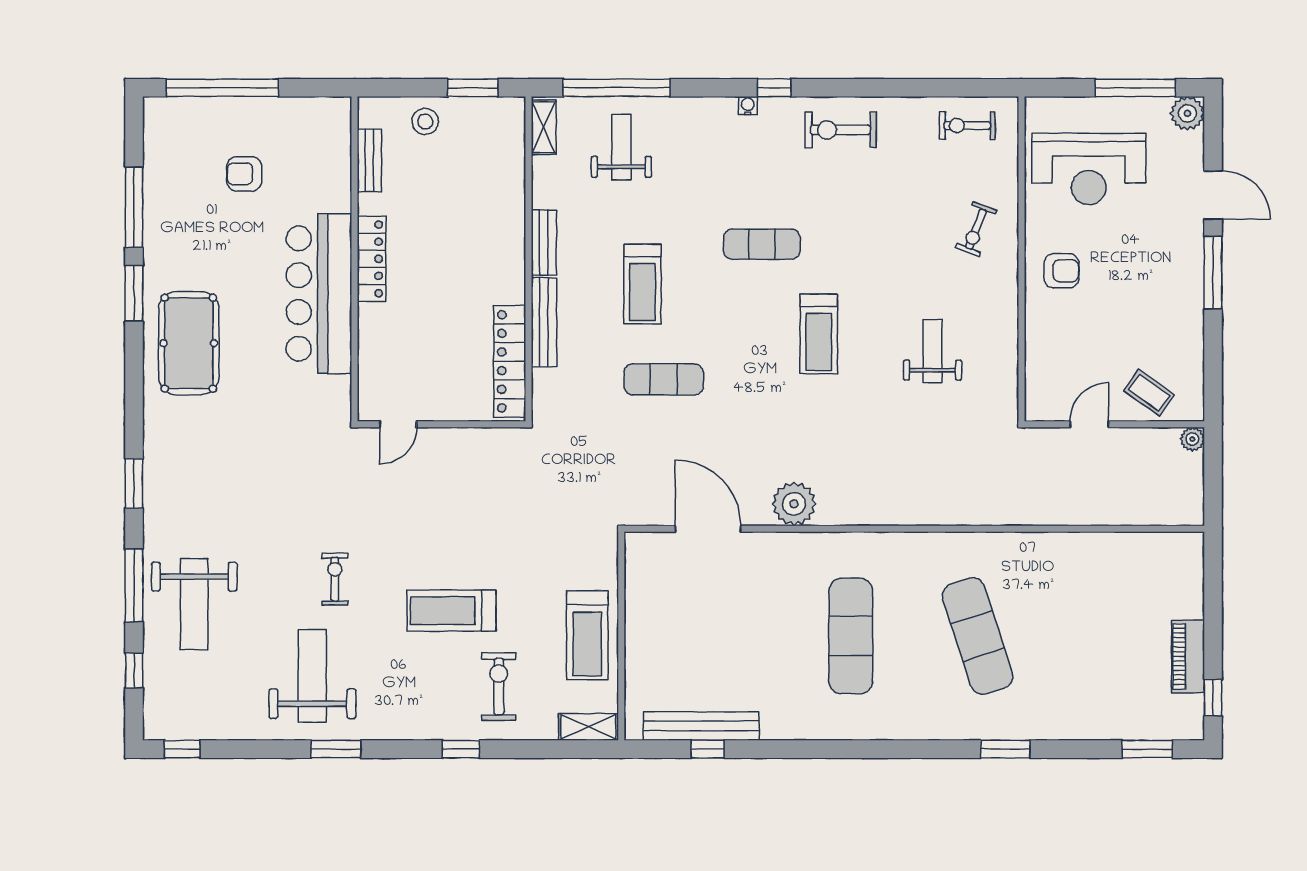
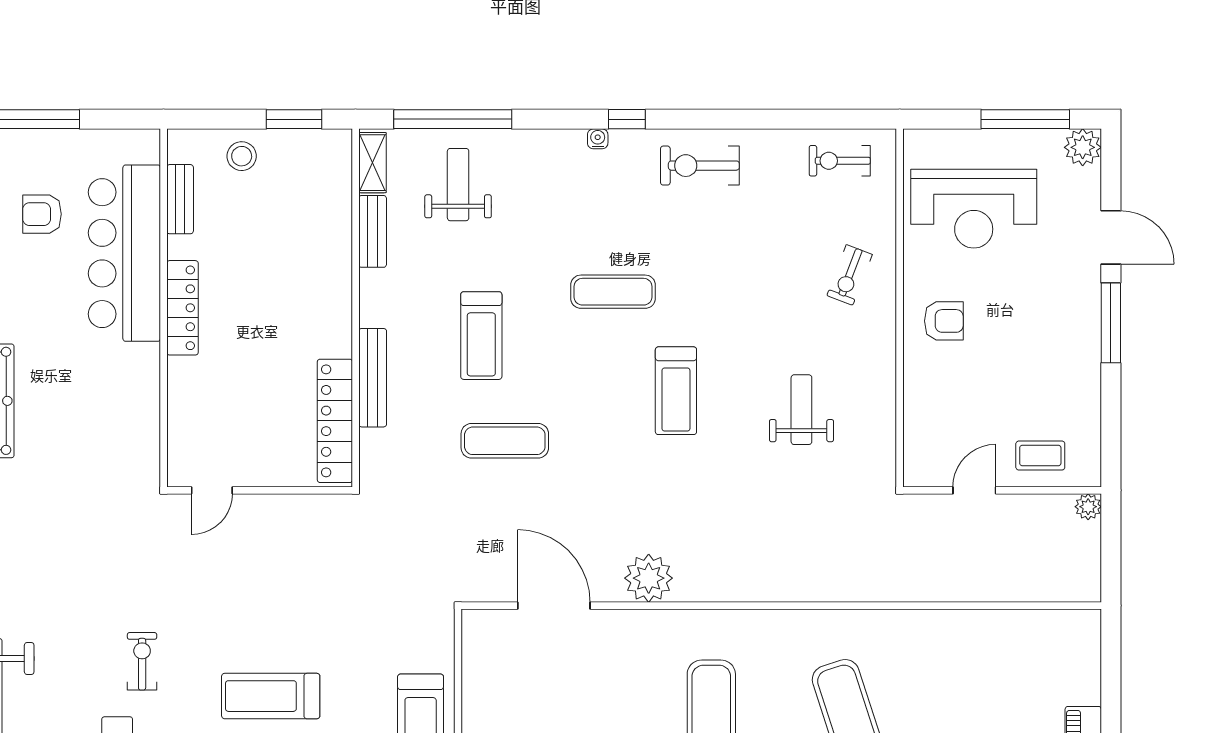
bench: (544, 243) -> (373, 231), moved
bar counter: (319, 294) -> (124, 253), moved
coffee table: (1149, 393) -> (1040, 456), turned -35

